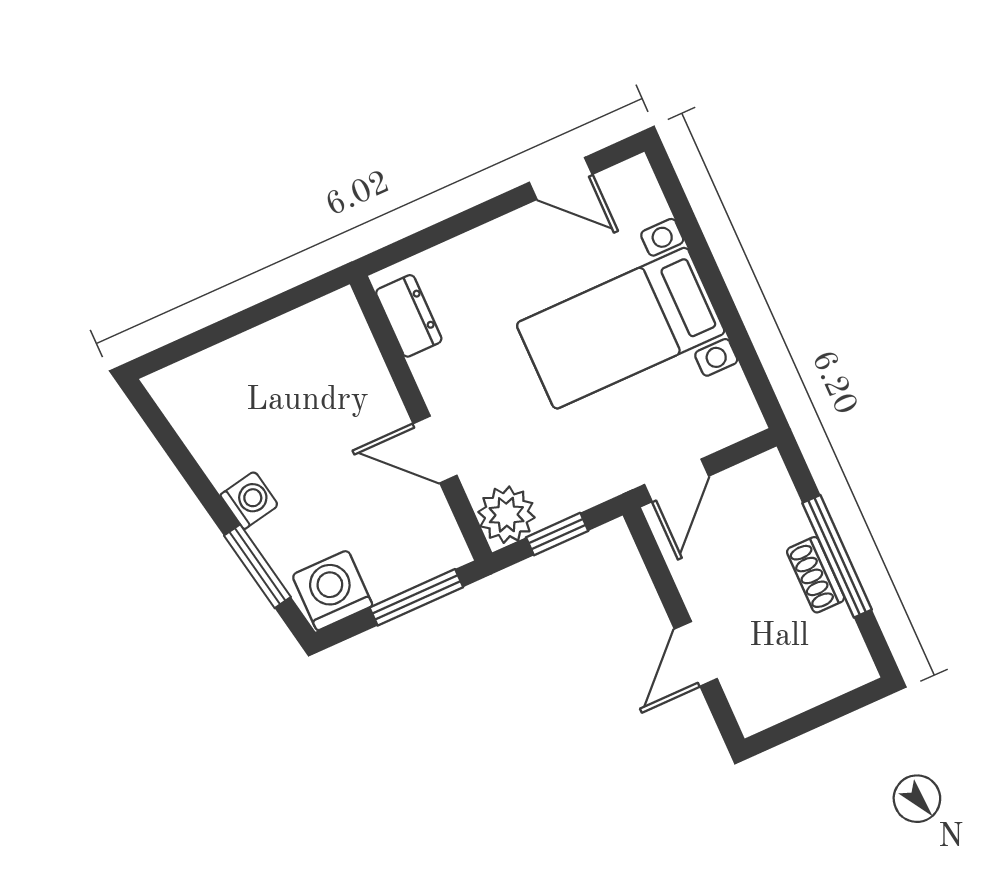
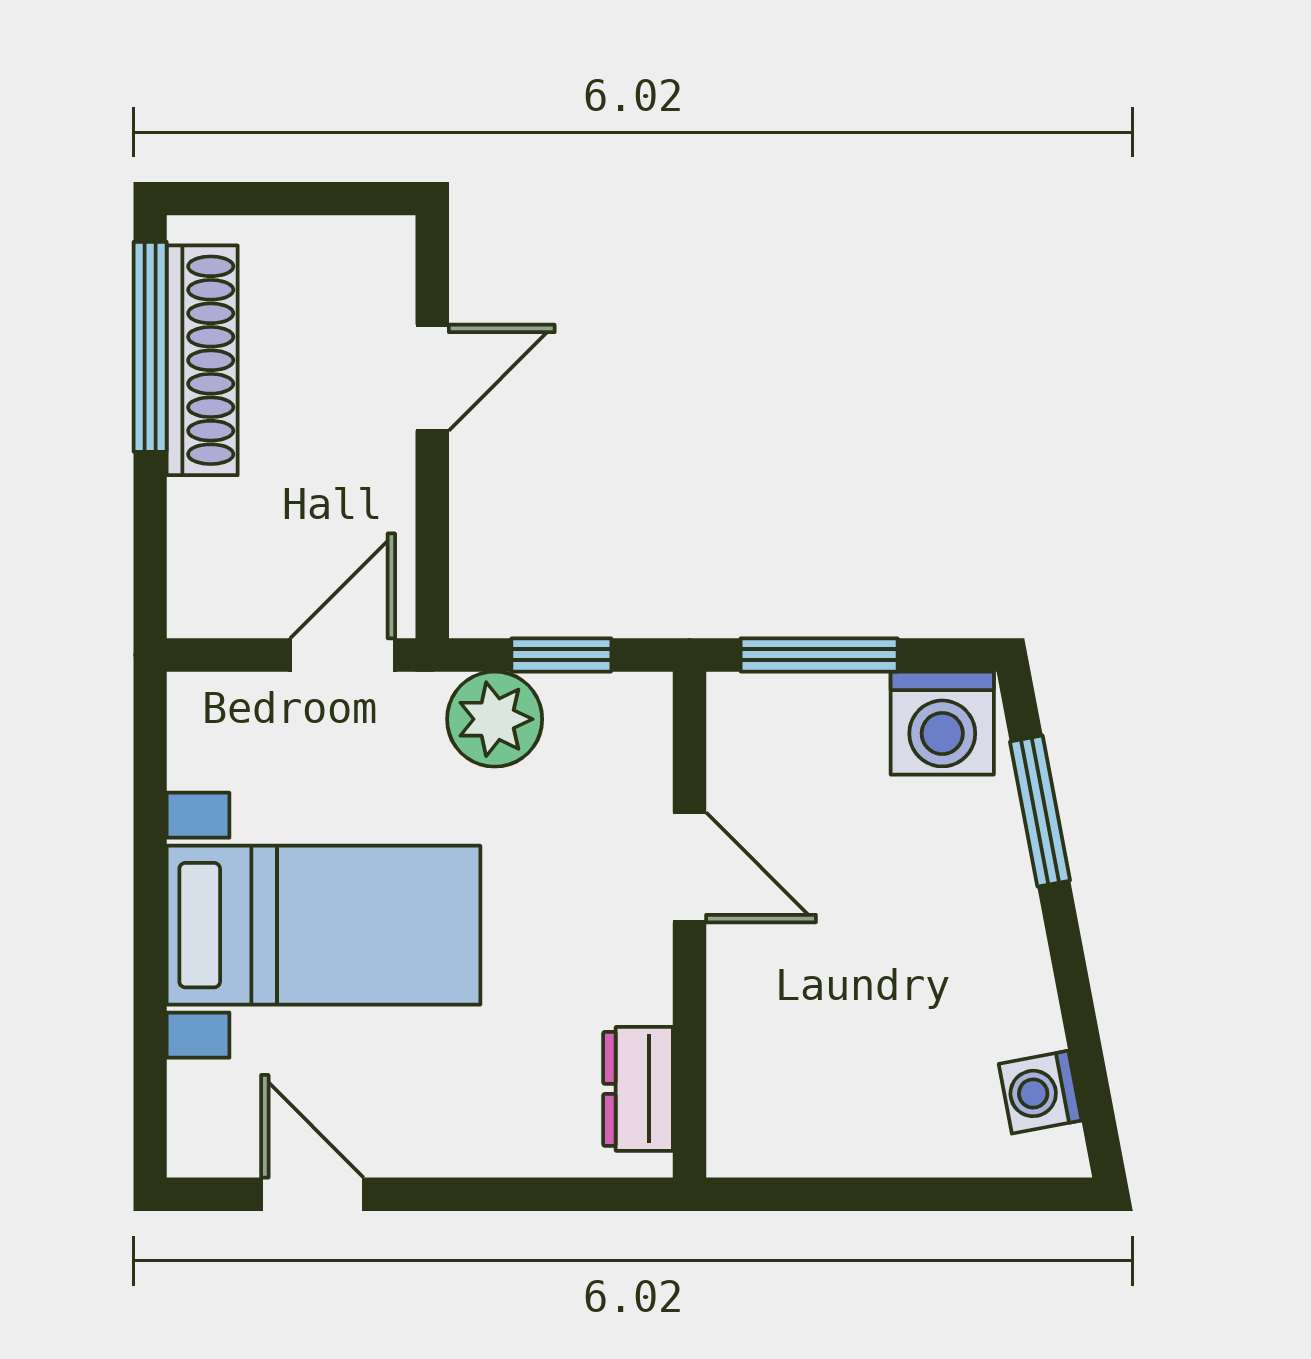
washing machine: (249, 500) -> (1040, 1092), moved
plant: (506, 515) -> (495, 719), moved
window: (837, 556) -> (150, 347), moved
shoe rack: (816, 575) -> (202, 360), width x1.94, depth x1.24

